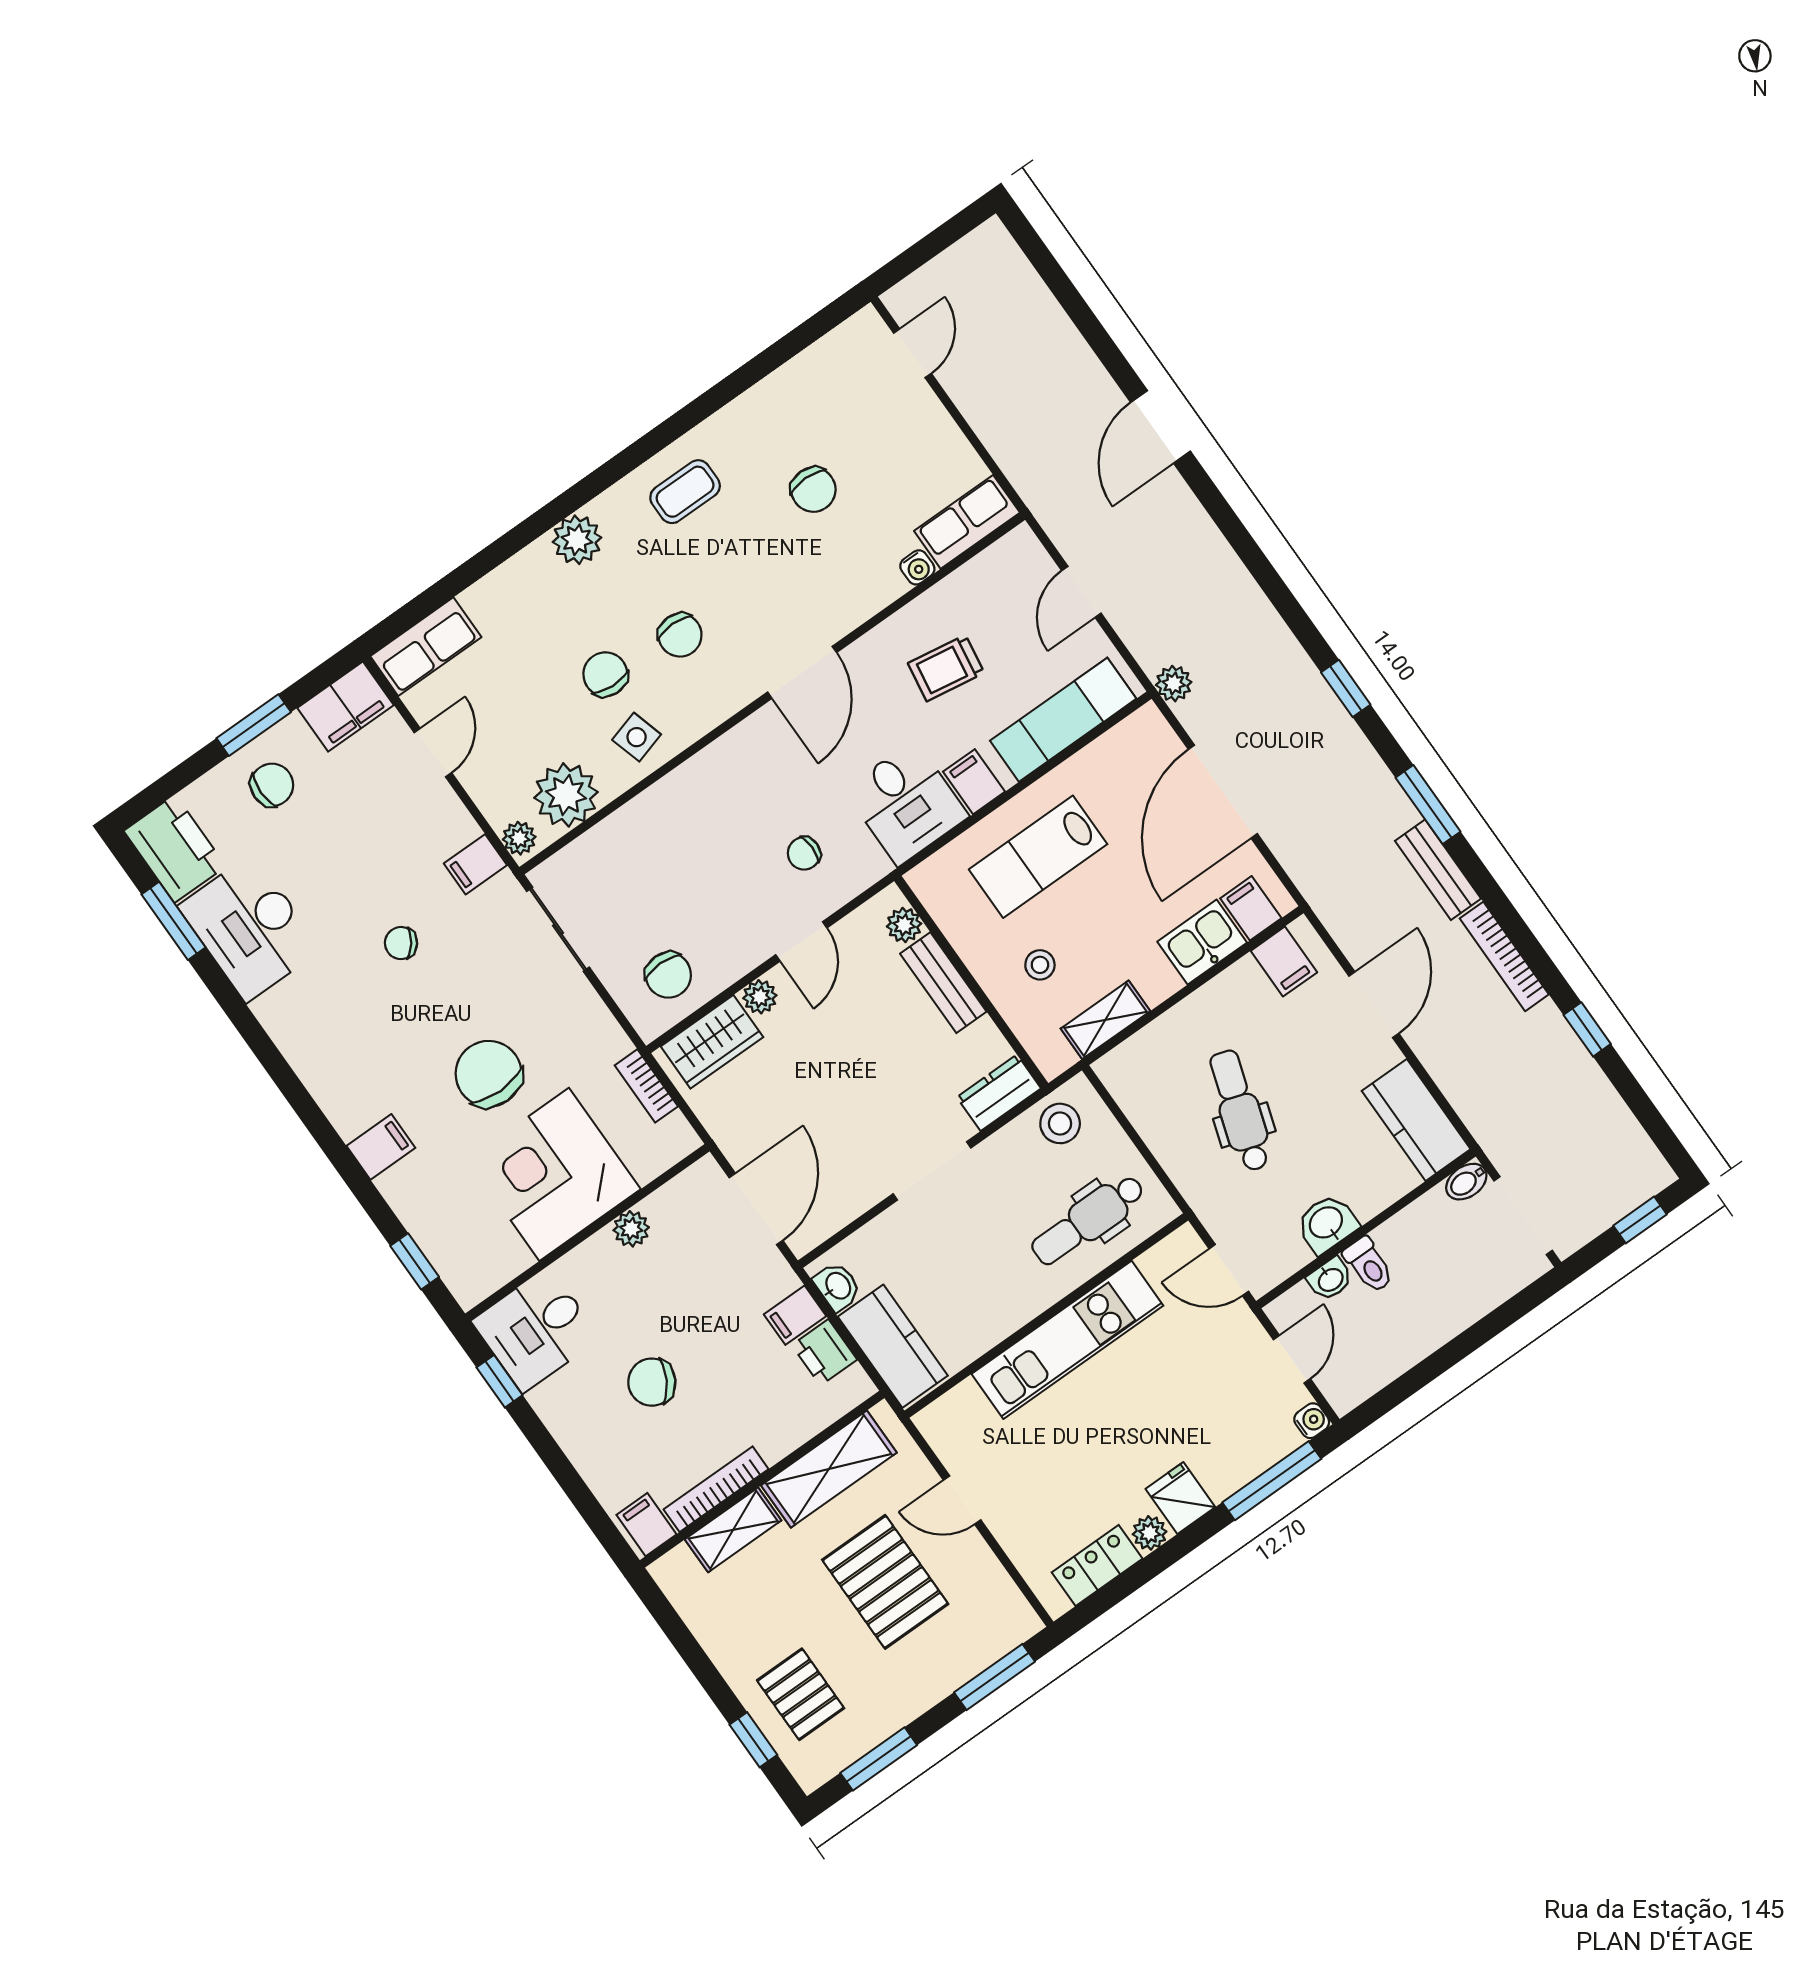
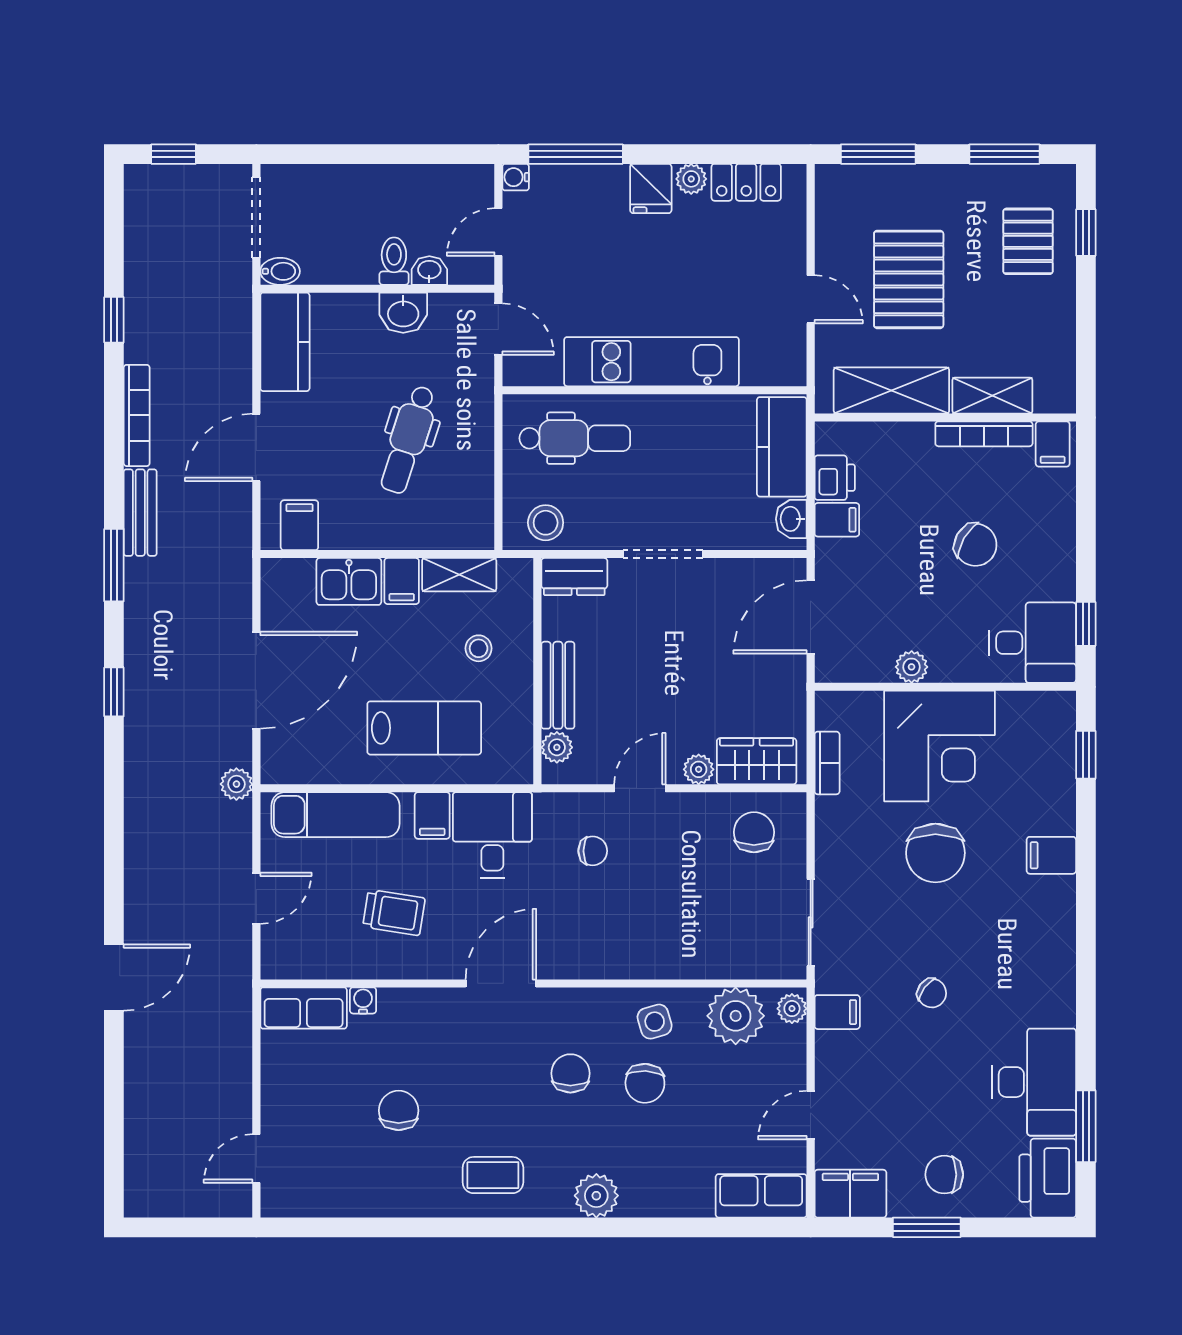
filing cabinet: (1251, 908) -> (402, 581), moved

